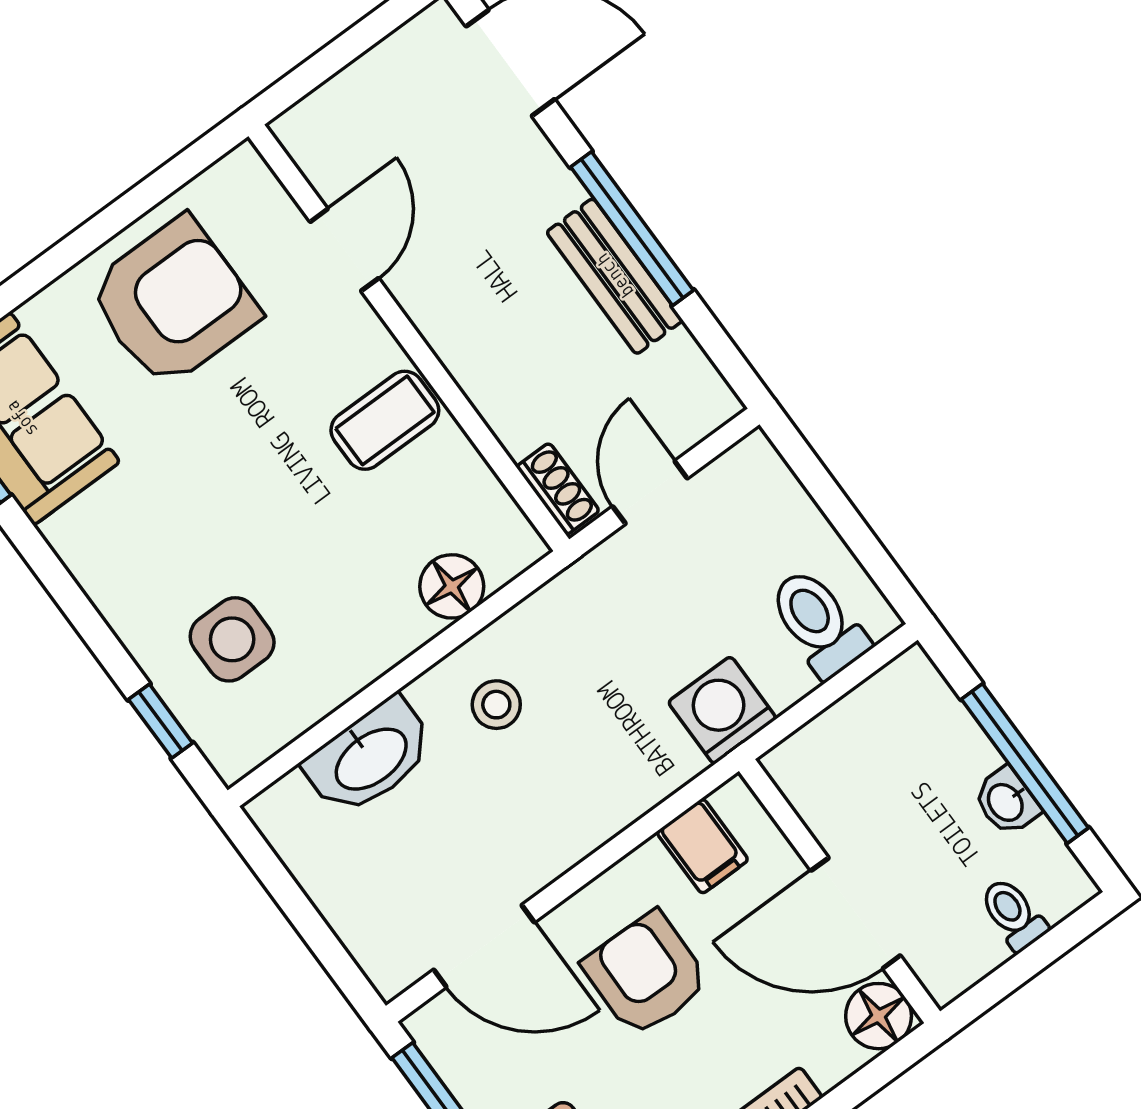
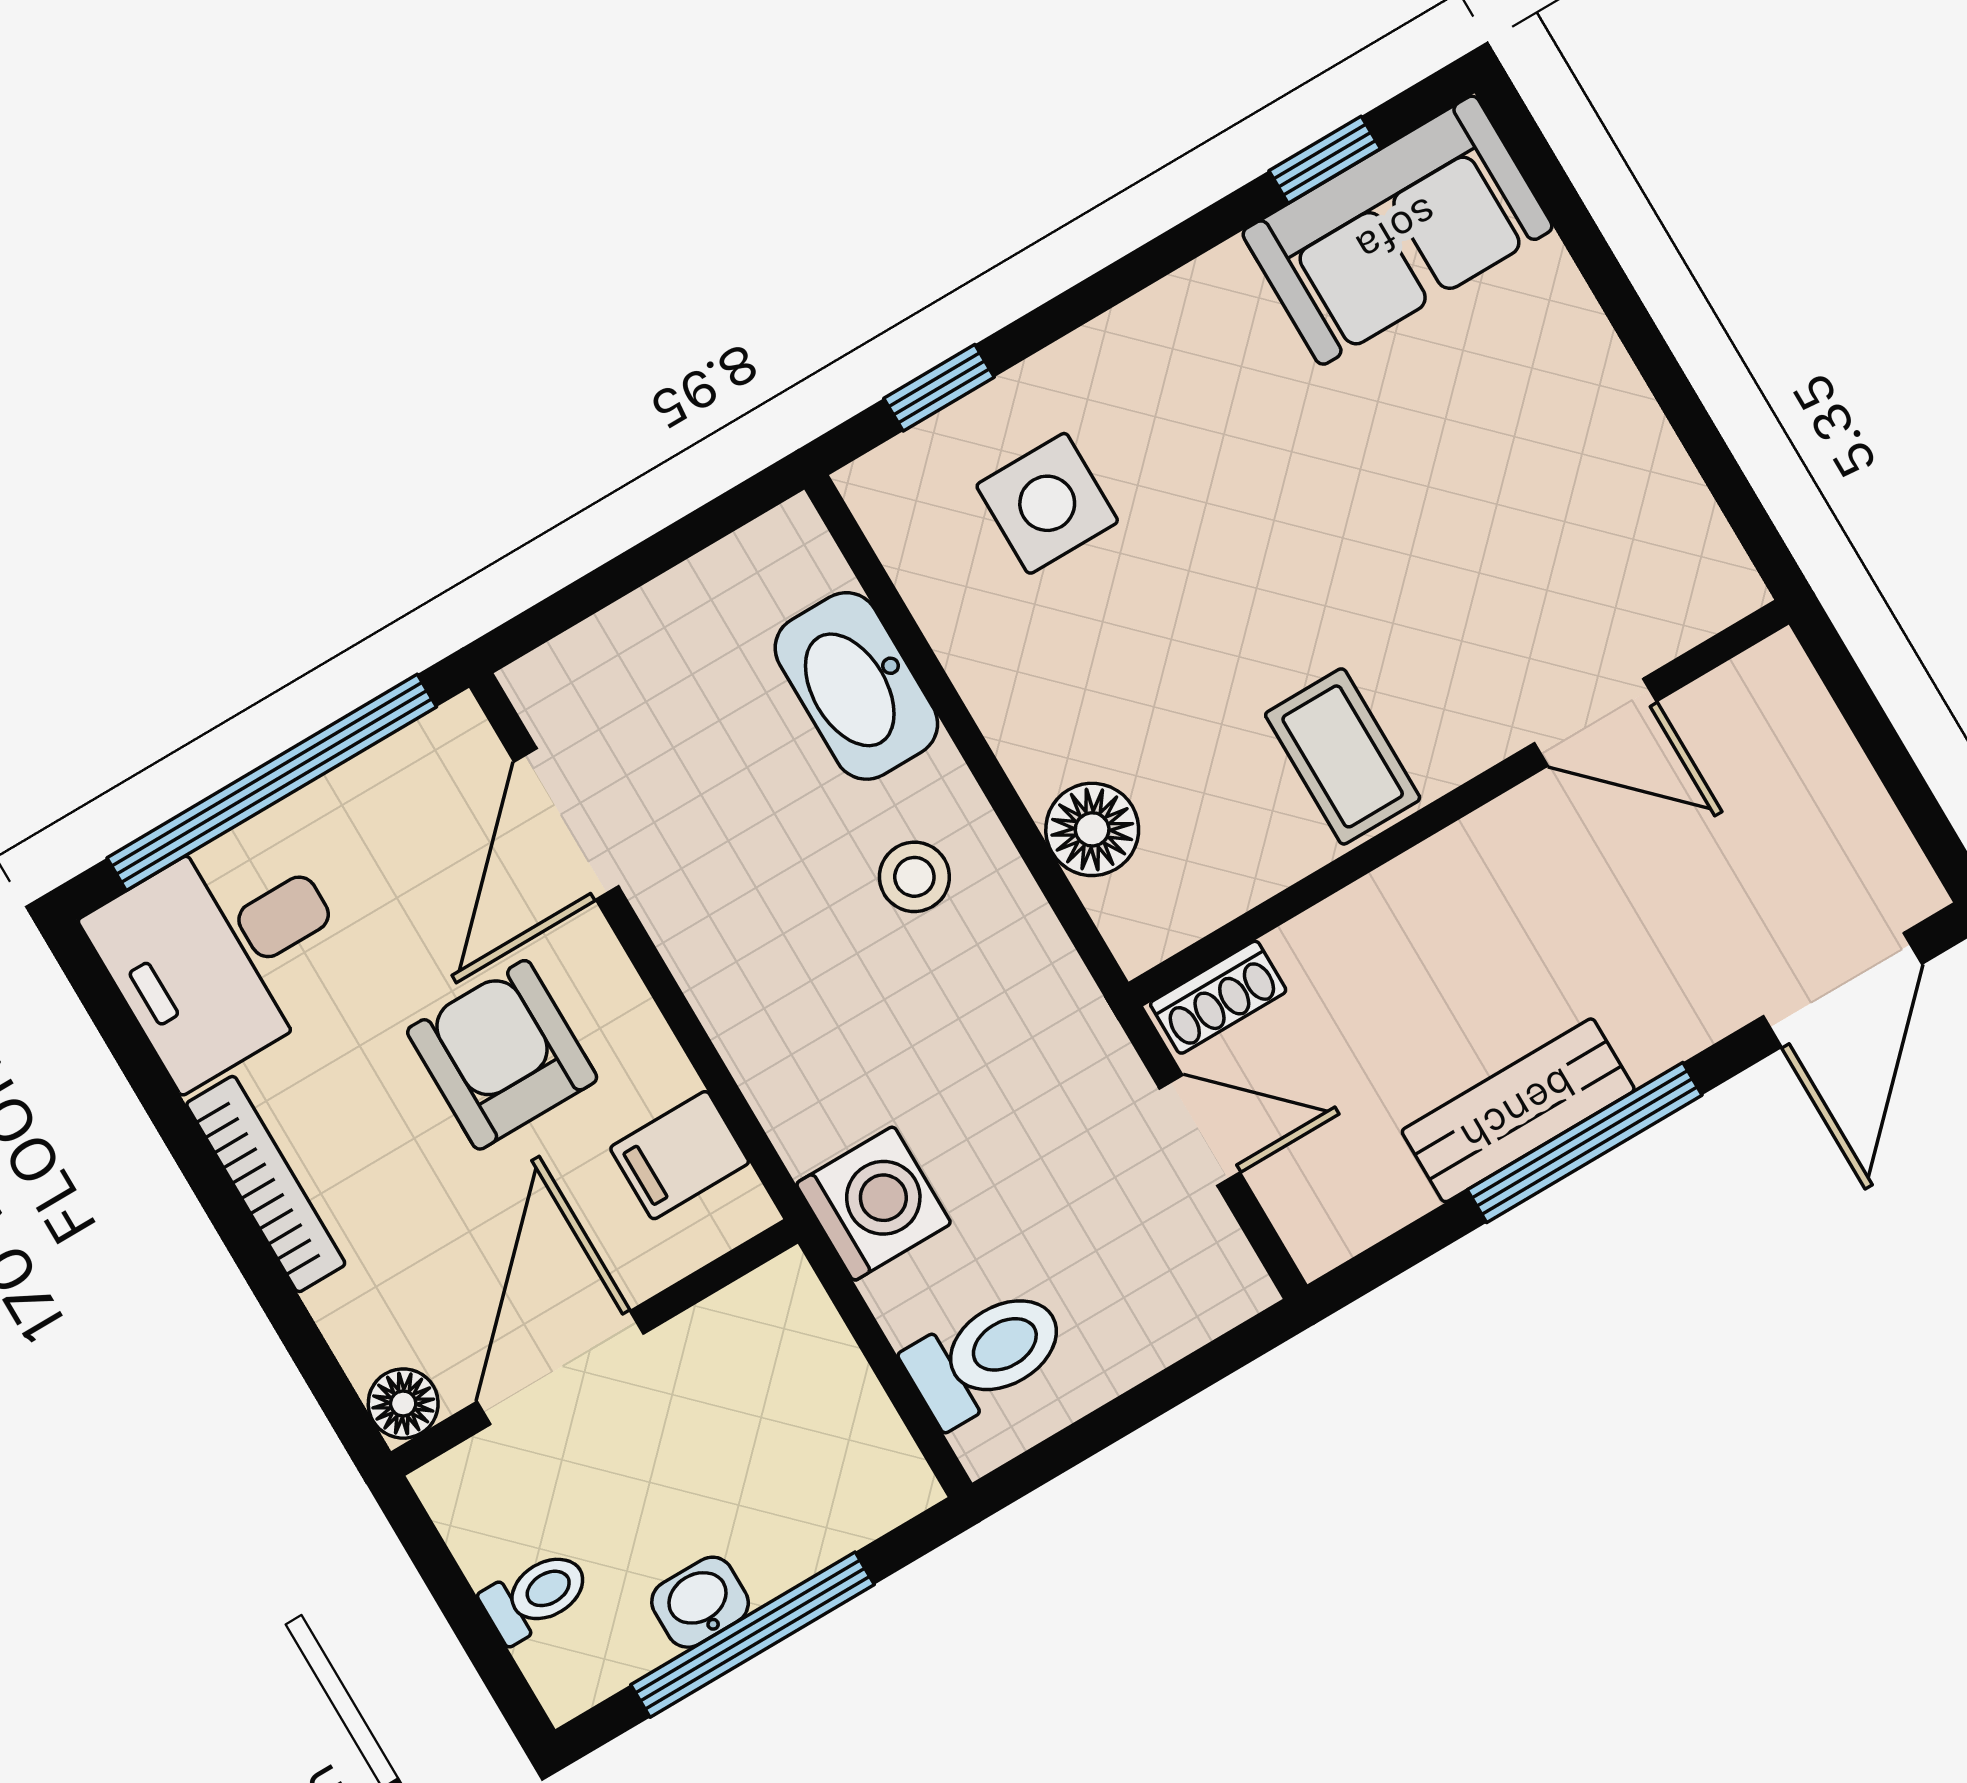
armchair: (173, 302) -> (1545, 467), removed
armchair: (646, 974) -> (502, 1055), turned -91
floor lamp: (879, 1016) -> (403, 1404), width x0.73, depth x0.73

